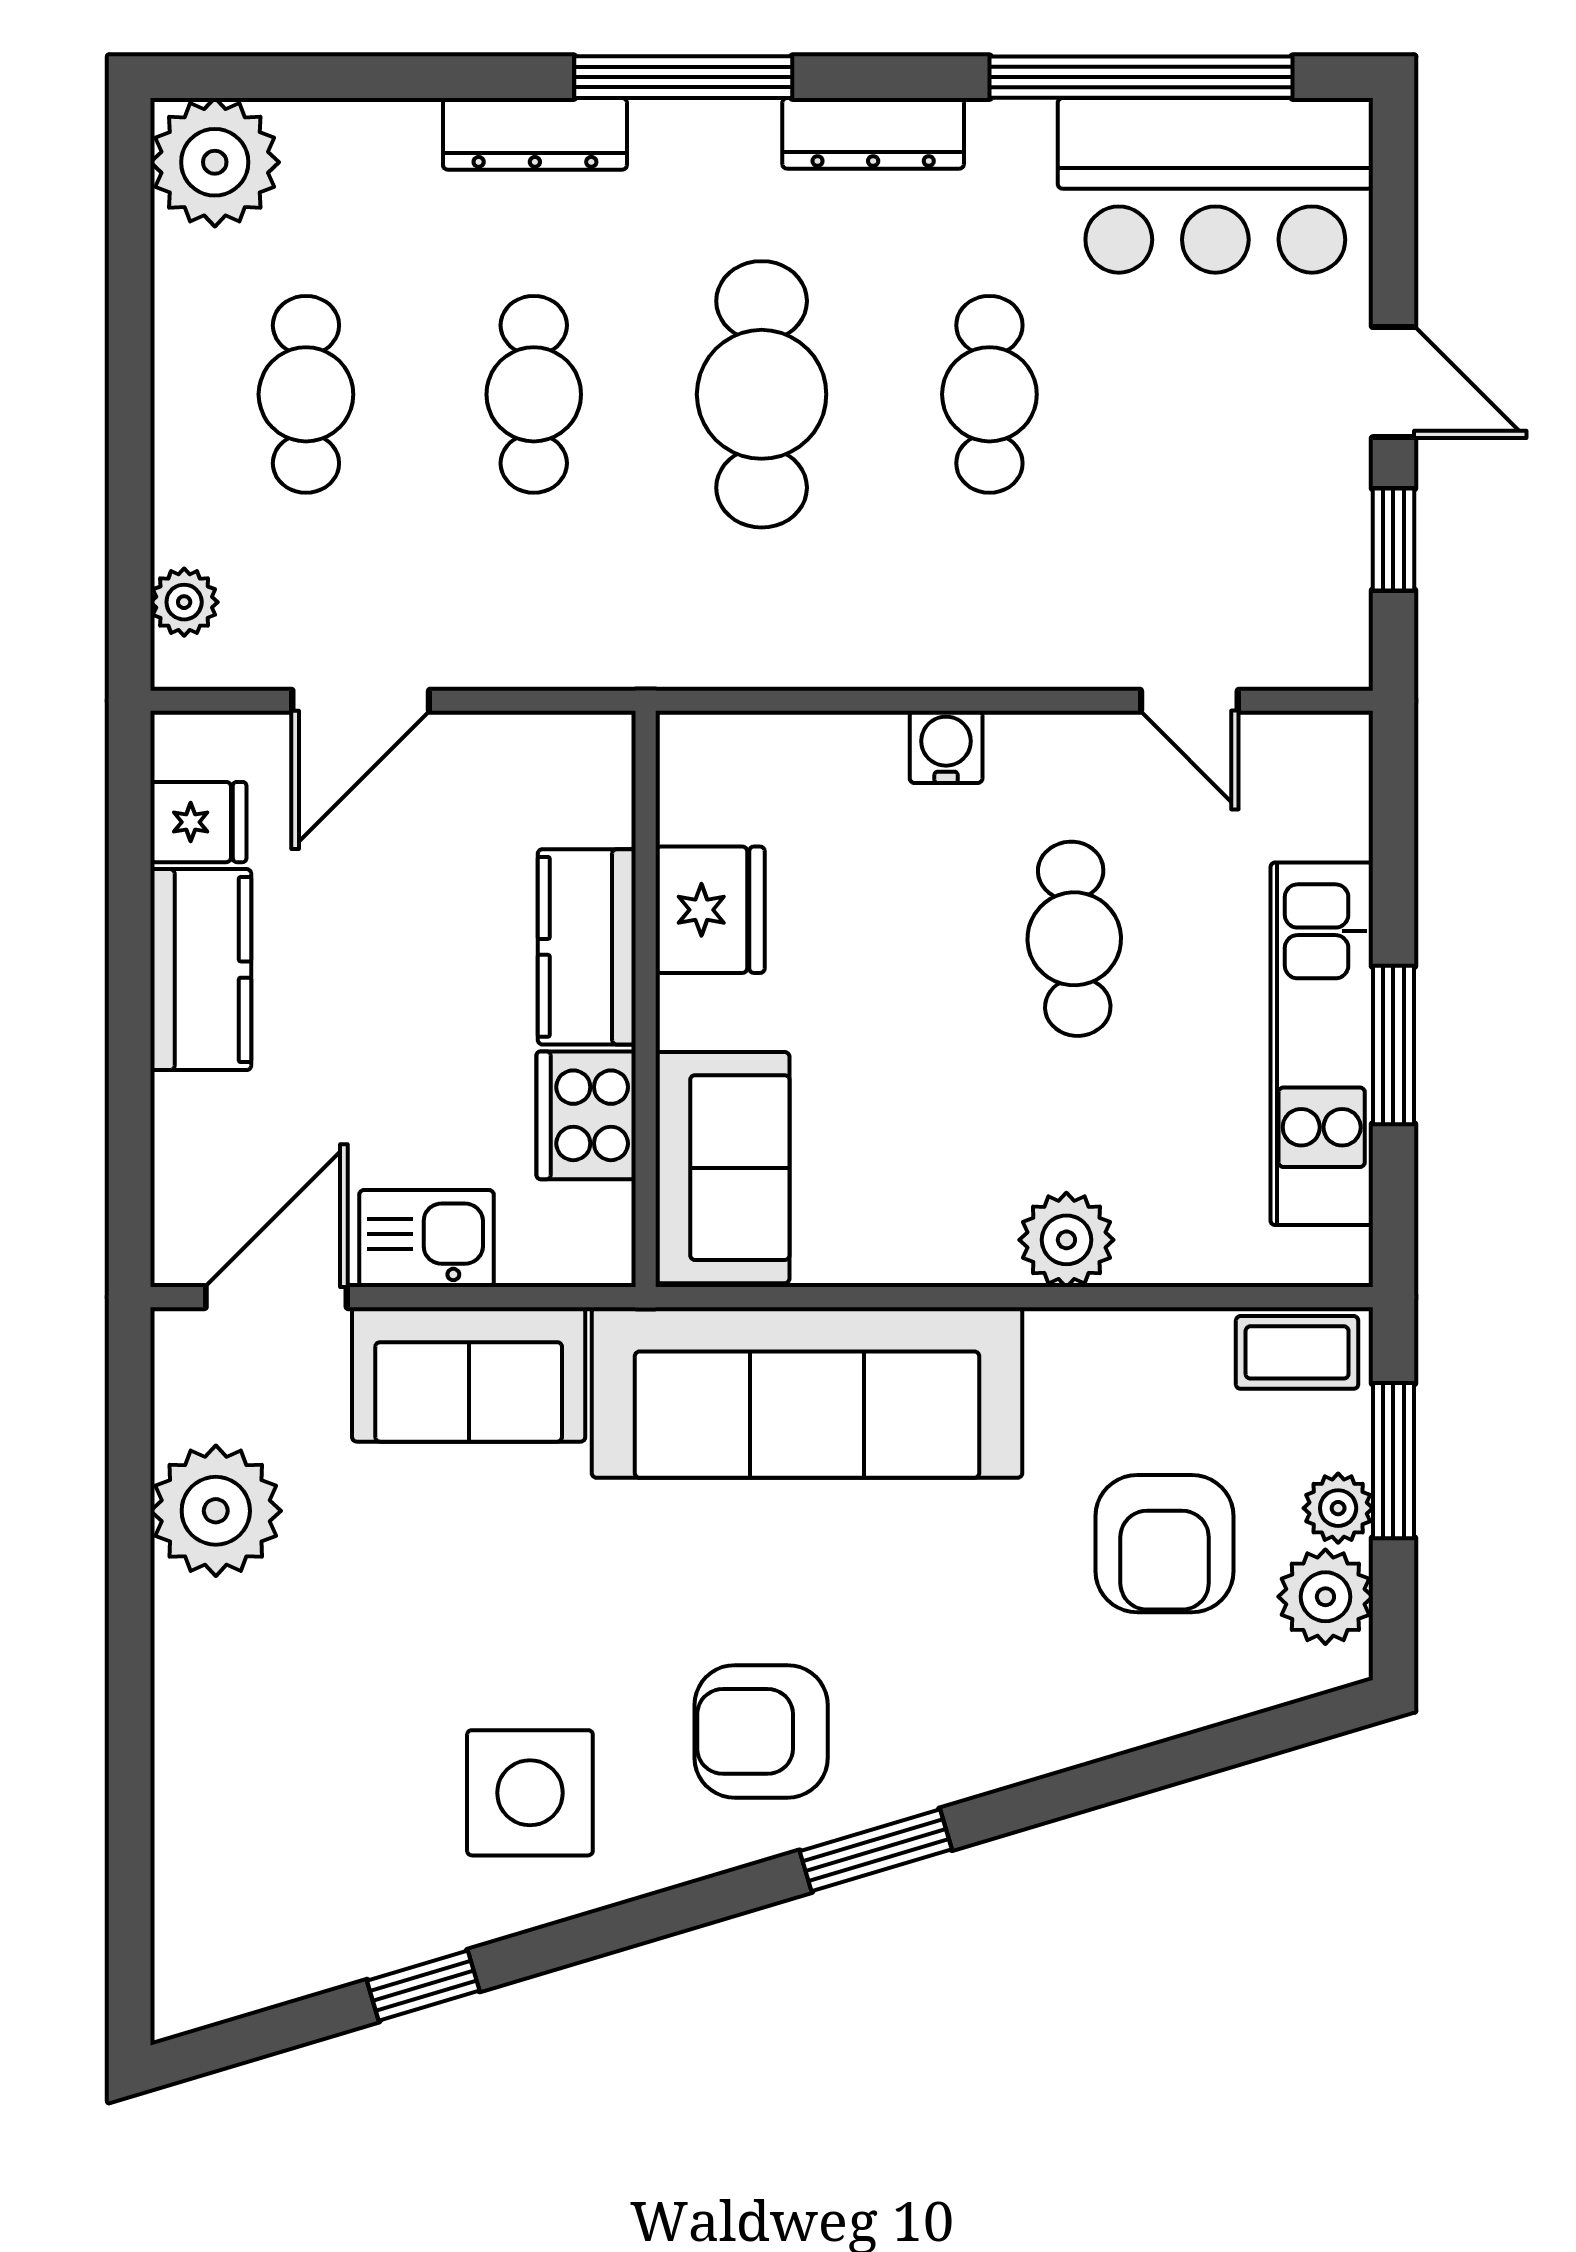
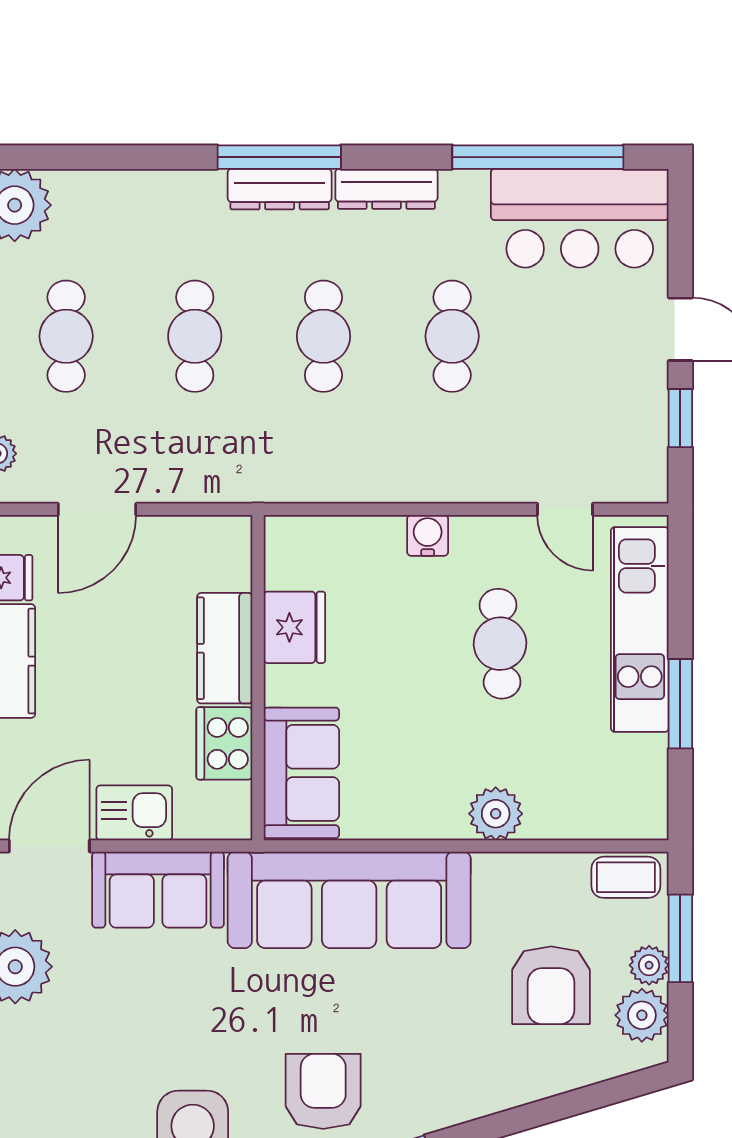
dresser: (535, 134) -> (280, 189), moved
cafe table: (762, 394) -> (323, 336), width x0.73, depth x0.74
kitchen unit: (1322, 1044) -> (640, 629), moved
armchair: (761, 1731) -> (323, 1091), turned 90

